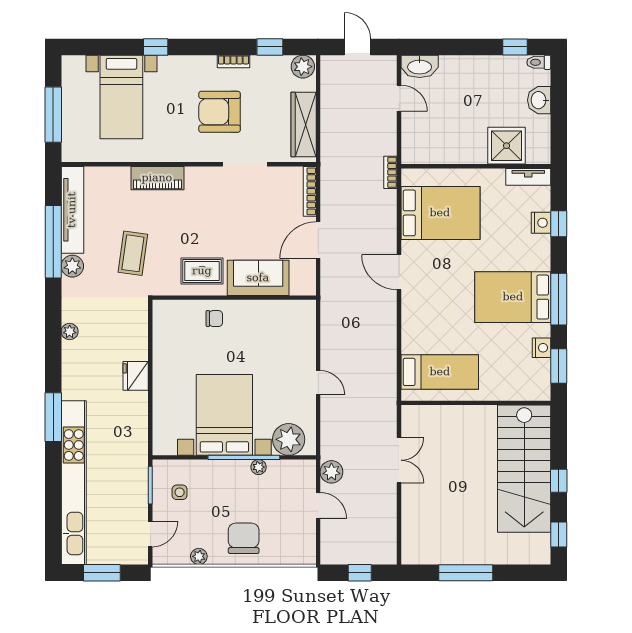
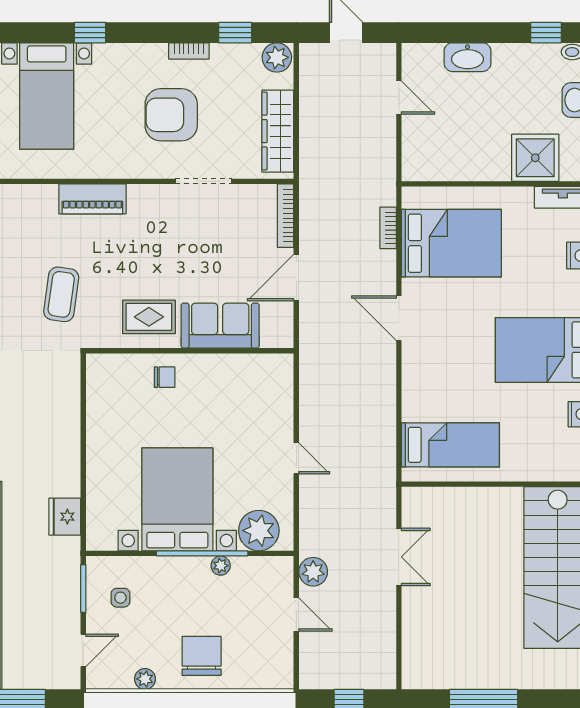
washbasin: (420, 66) -> (468, 57), moved
bookcase: (390, 172) -> (388, 228), moved
fridge: (136, 376) -> (65, 517), moved

